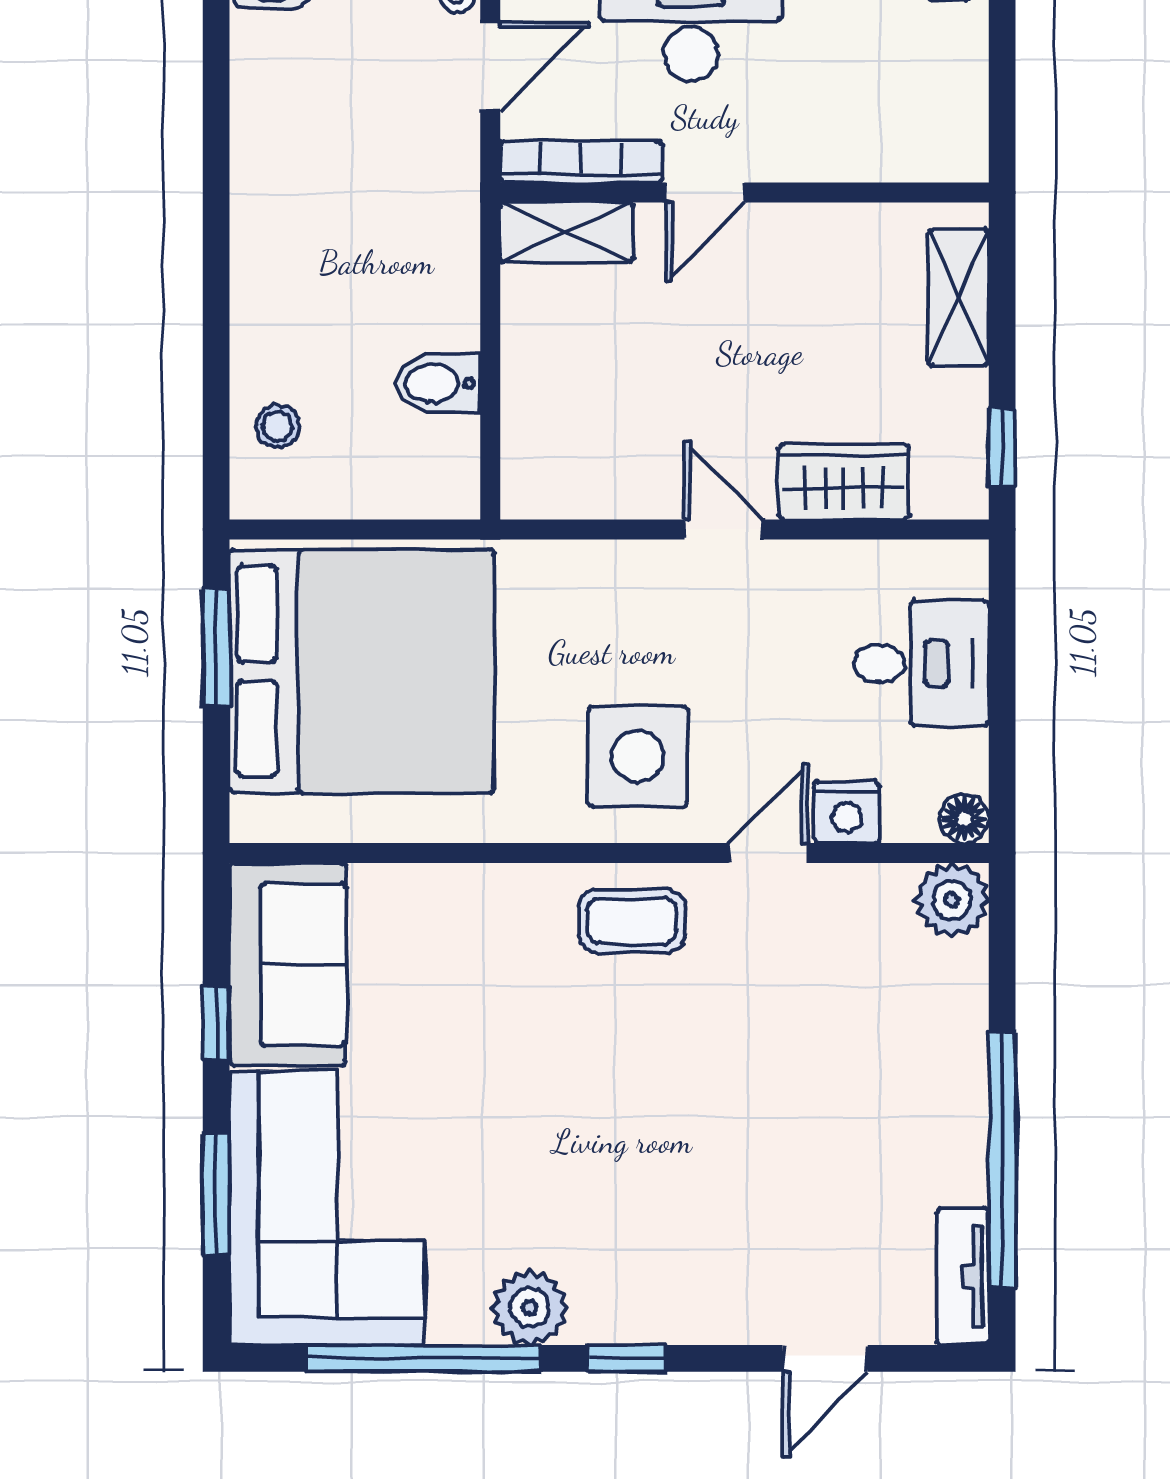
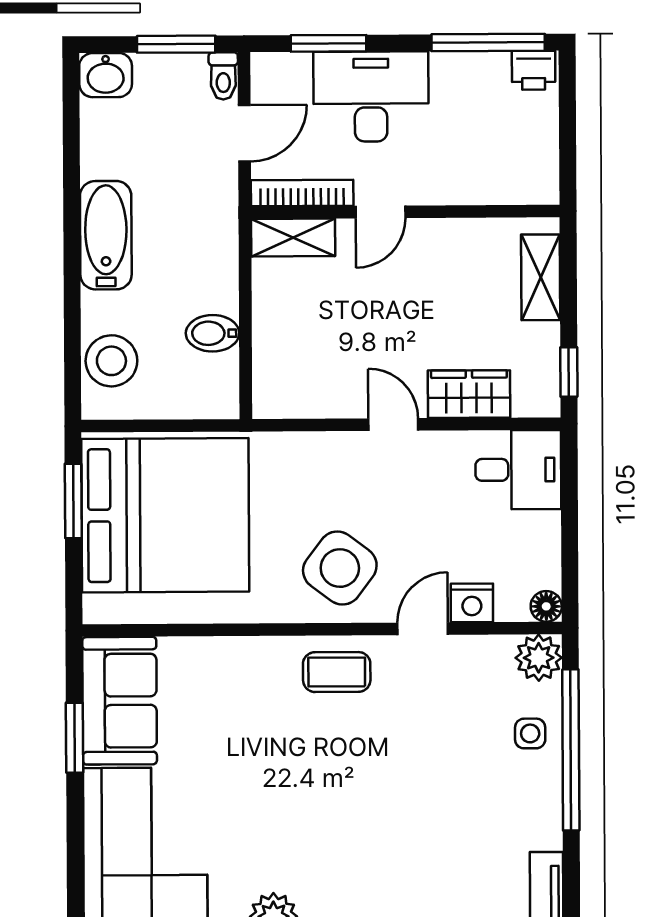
bathtub: (270, 227) -> (106, 235), added
stool: (278, 426) -> (111, 361), width x1.89, depth x1.89
desk: (921, 663) -> (518, 470), moved
side table: (638, 756) -> (340, 568), turned 37
side table: (938, 1020) -> (530, 733), added
window: (216, 1023) -> (75, 738), width x1.50
window: (1002, 1160) -> (571, 750), moved
window: (216, 1194) -> (75, 846), removed

